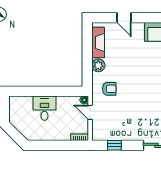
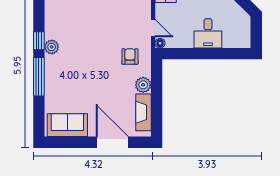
door: (124, 18) -> (112, 142), width x1.88
armchair: (109, 89) -> (130, 57), turned 90

